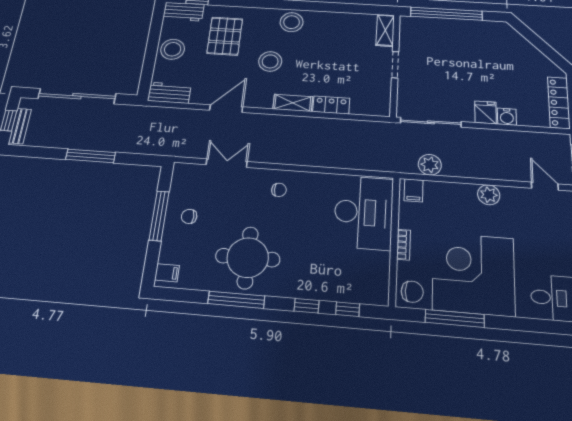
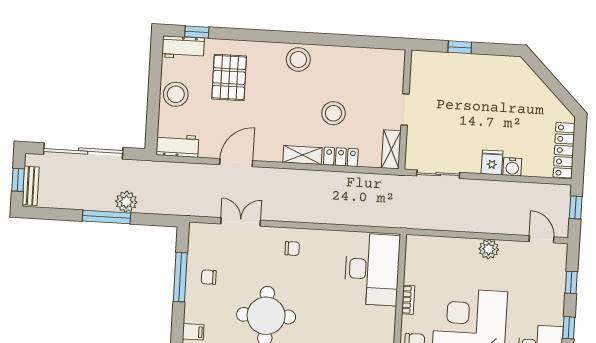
window: (446, 14) -> (460, 47), width x0.32
shelving: (385, 30) -> (391, 149), moved
stool: (270, 61) -> (333, 113), moved
sliding door: (431, 122) -> (438, 174), width x0.73
plant: (430, 165) -> (126, 202), moved
filing cabinet: (414, 190) -> (419, 246), removed

